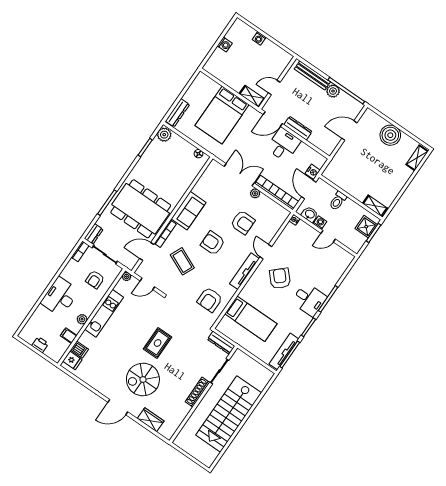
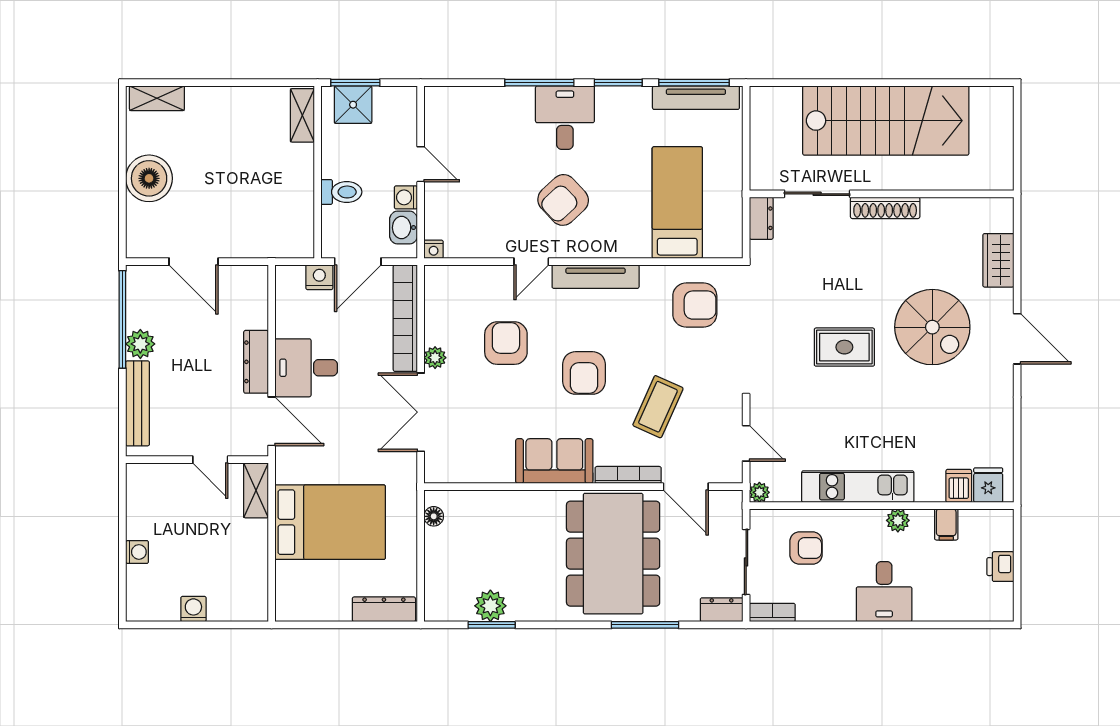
plant: (164, 135) -> (490, 606), moved
desk: (60, 297) -> (884, 592), width x0.73
dresser: (221, 343) -> (761, 218), width x0.70

